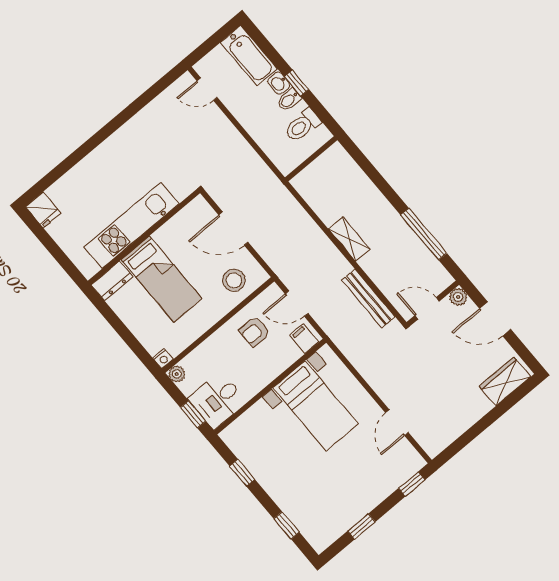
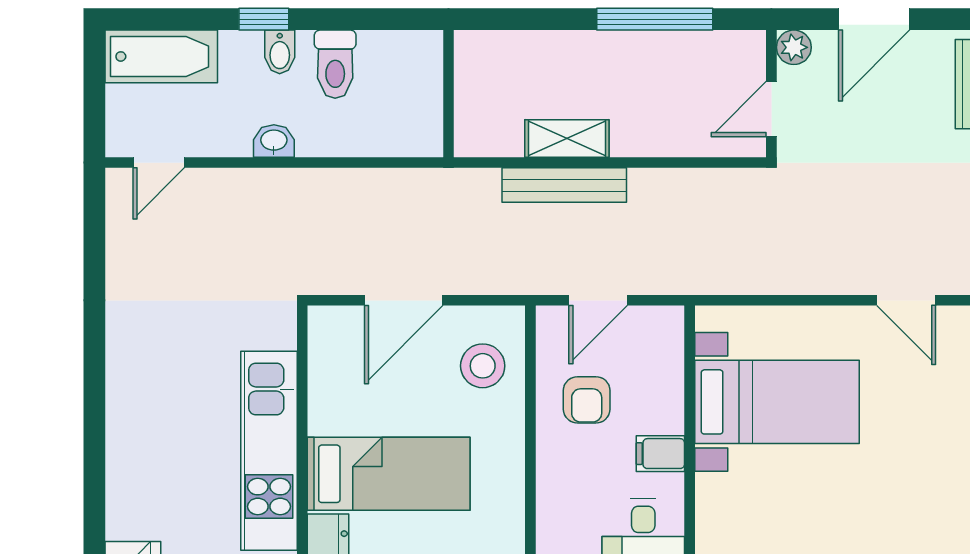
washbasin: (279, 83) -> (274, 141), moved, turned 180
wall: (311, 159) -> (449, 94), moved
bench: (368, 298) -> (564, 185), moved
filing cabinet: (304, 339) -> (660, 454), moved

